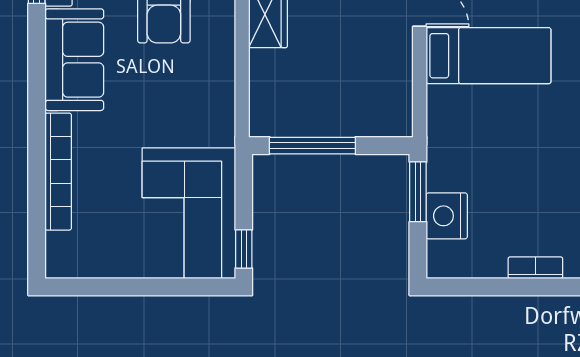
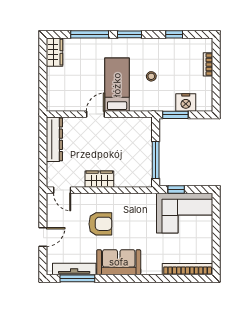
stool: (508, 136) -> (151, 76), added
bookcase: (58, 172) -> (188, 269), moved
window: (244, 249) -> (176, 190), moved

